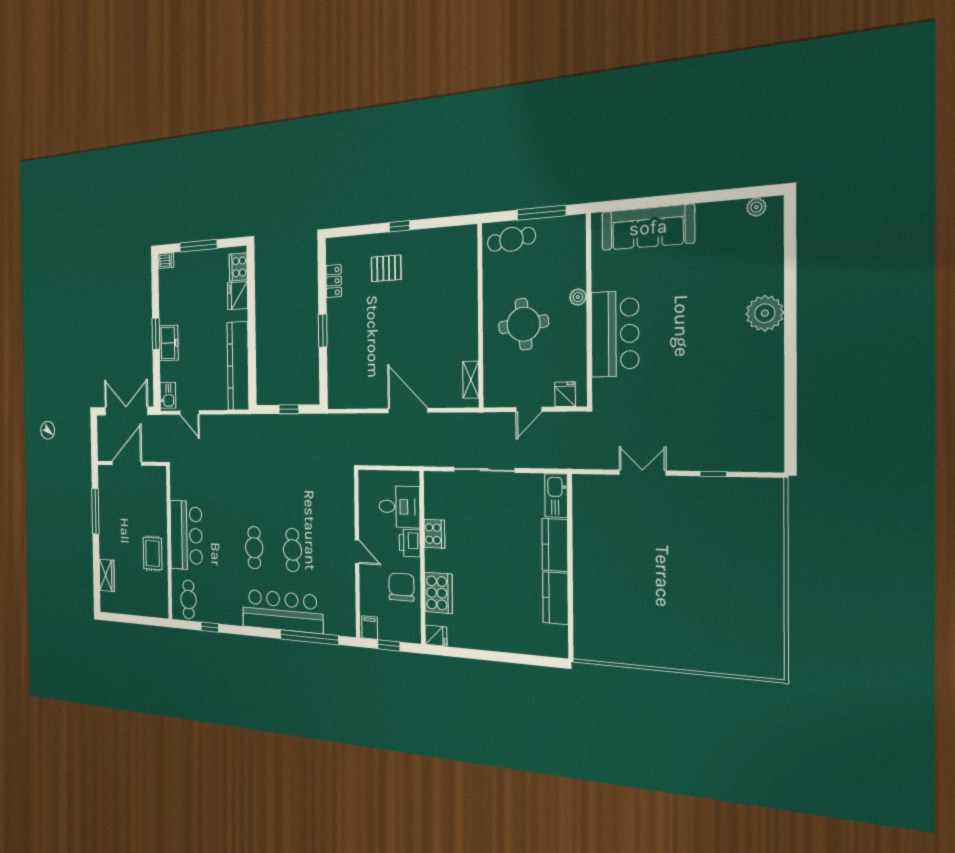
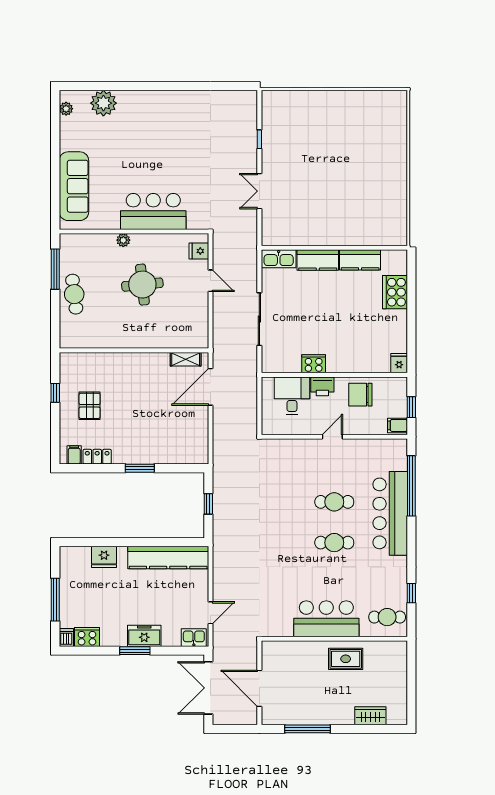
filing cabinet: (335, 254) -> (74, 455), added
cooker: (238, 267) -> (87, 637), moved, turned 180
plant: (765, 313) -> (103, 103), moved
wall: (480, 316) -> (134, 350), moved
shelving: (471, 380) -> (186, 359), moved
cooker: (438, 593) -> (395, 292), moved, turned -90

